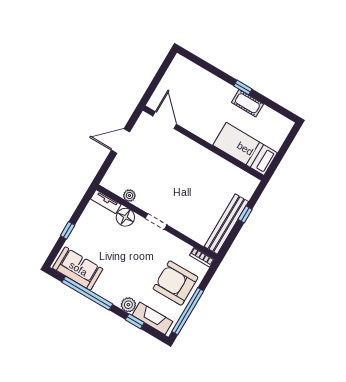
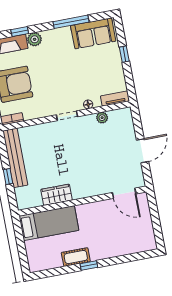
wardrobe: (219, 166) -> (57, 195), added
floor lamp: (125, 217) -> (88, 104), width x0.53, depth x0.53
window: (87, 293) -> (71, 22), width x0.68

